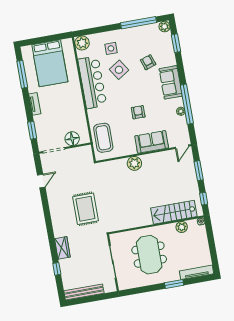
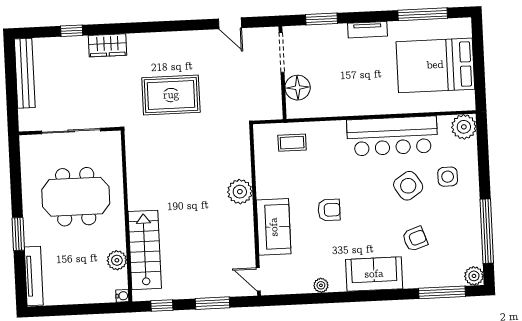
window: (176, 43) -> (442, 292), width x1.44
window: (187, 104) -> (332, 298), removed
coffee table: (103, 138) -> (292, 143), width x0.54, depth x0.58

